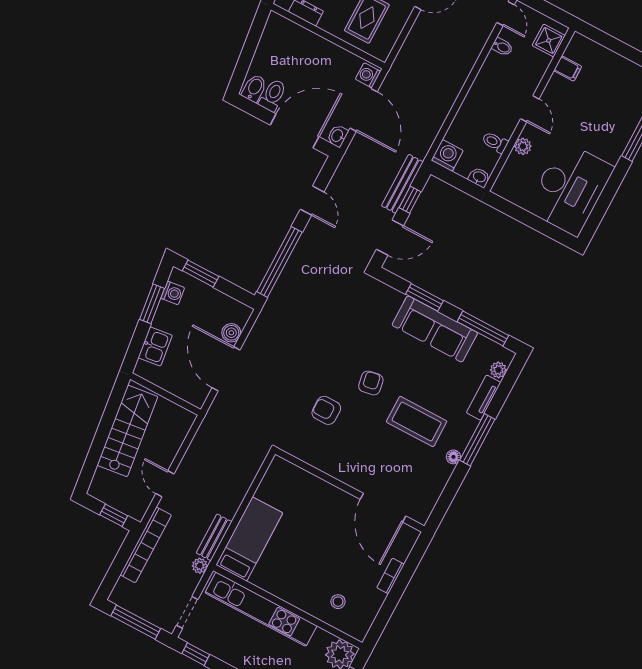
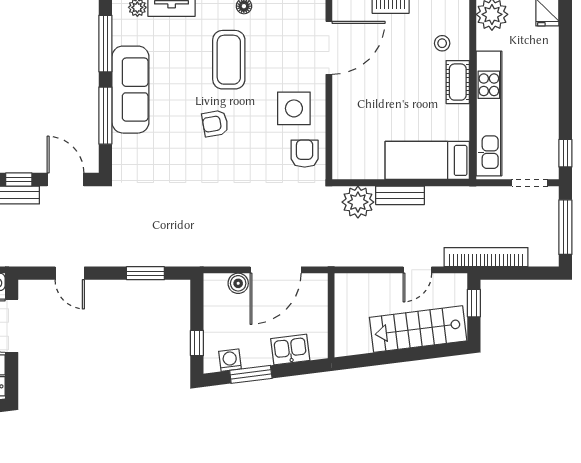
door: (312, 201) -> (70, 273), swing flipped
window: (279, 262) -> (145, 273), width x0.47
window: (201, 274) -> (197, 343), width x0.67
window: (425, 297) -> (105, 116), width x1.44
armchair: (326, 410) -> (305, 154), moved, turned 180
stairs: (127, 431) -> (418, 329), moved
side table: (349, 453) -> (294, 108), added
bench: (214, 537) -> (400, 195), moved
plant: (200, 566) -> (358, 202), moved, width x1.88, depth x1.88
cot: (300, 597) -> (458, 82), added

